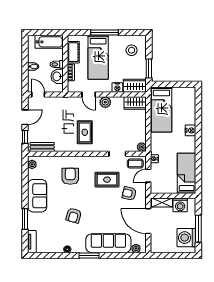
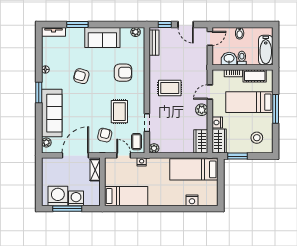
nightstand: (191, 130) -> (192, 200), moved
washing machine: (180, 205) -> (76, 198), moved, turned 90

